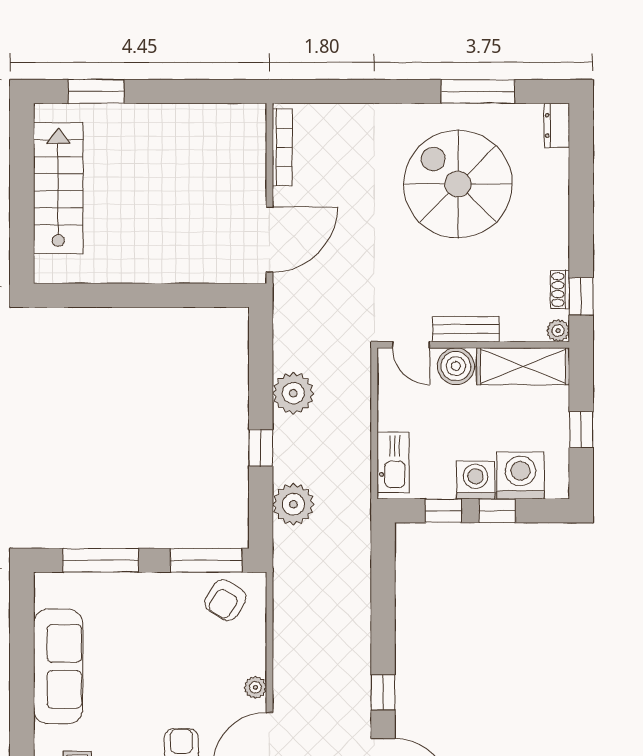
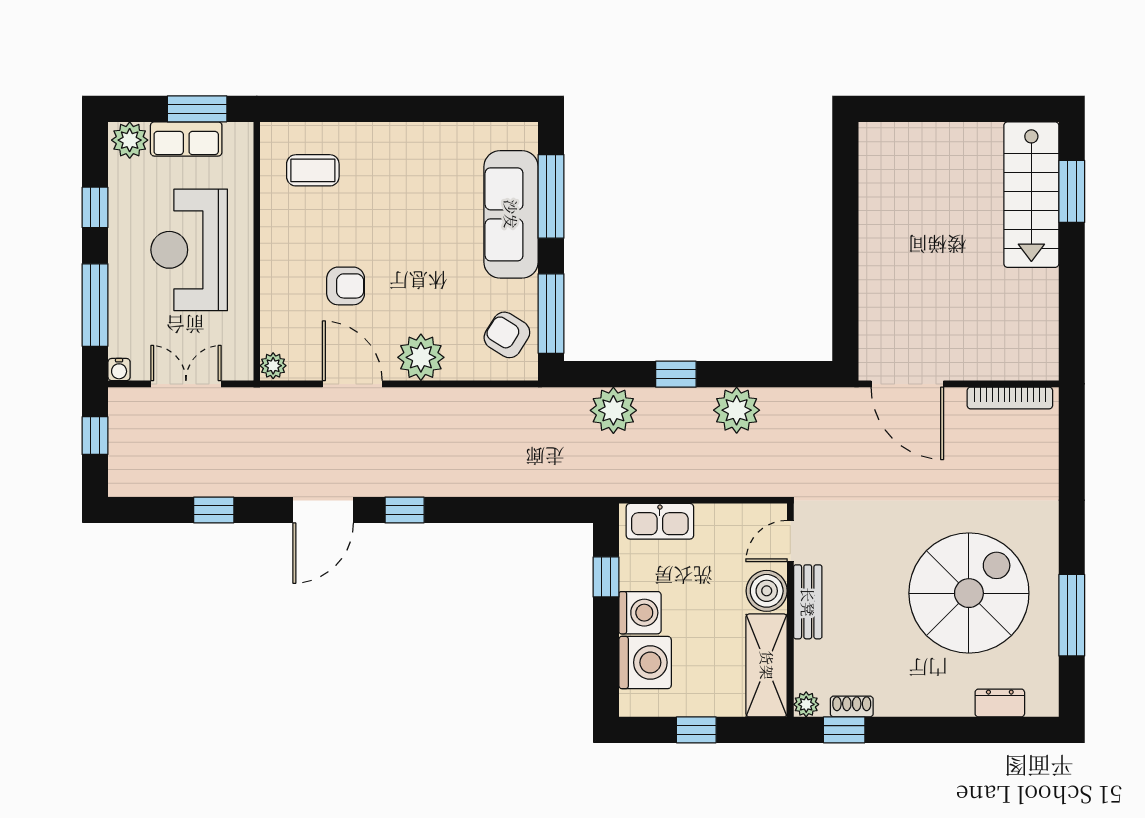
dresser: (557, 125) -> (1000, 703), moved
stairs: (58, 188) -> (1031, 195), moved, turned 90
window: (497, 511) -> (606, 637), removed
sofa: (58, 666) -> (511, 214), moved, turned 90
plant: (255, 687) -> (421, 357), width x1.88, depth x1.88

